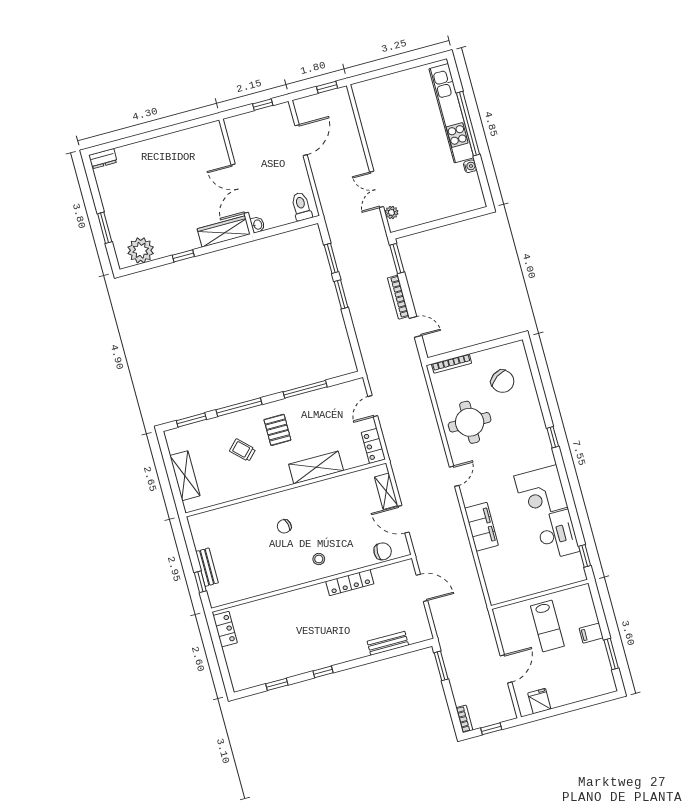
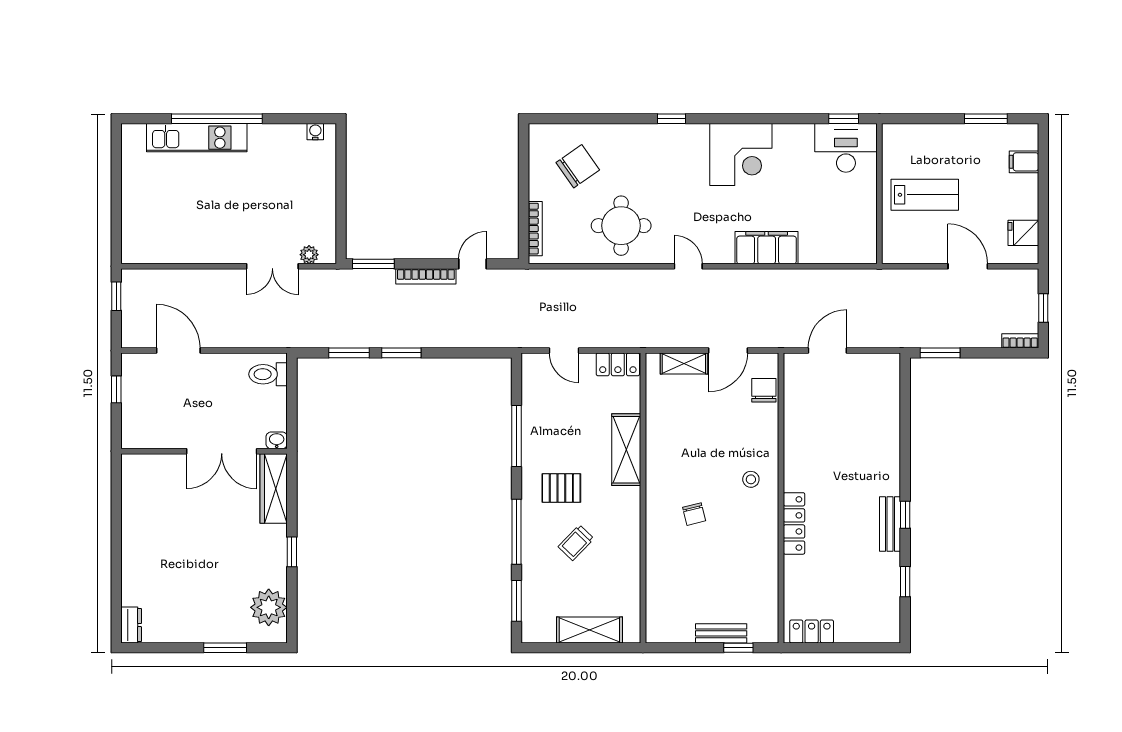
kitchen unit: (451, 113) -> (197, 138), width x0.73
water cooler: (470, 166) -> (315, 132), moved
desk: (557, 534) -> (846, 148), moved
locker: (350, 583) -> (794, 523), moved
filing cabinet: (591, 633) -> (1024, 162), moved, turned 90
bench: (388, 643) -> (890, 524), moved

